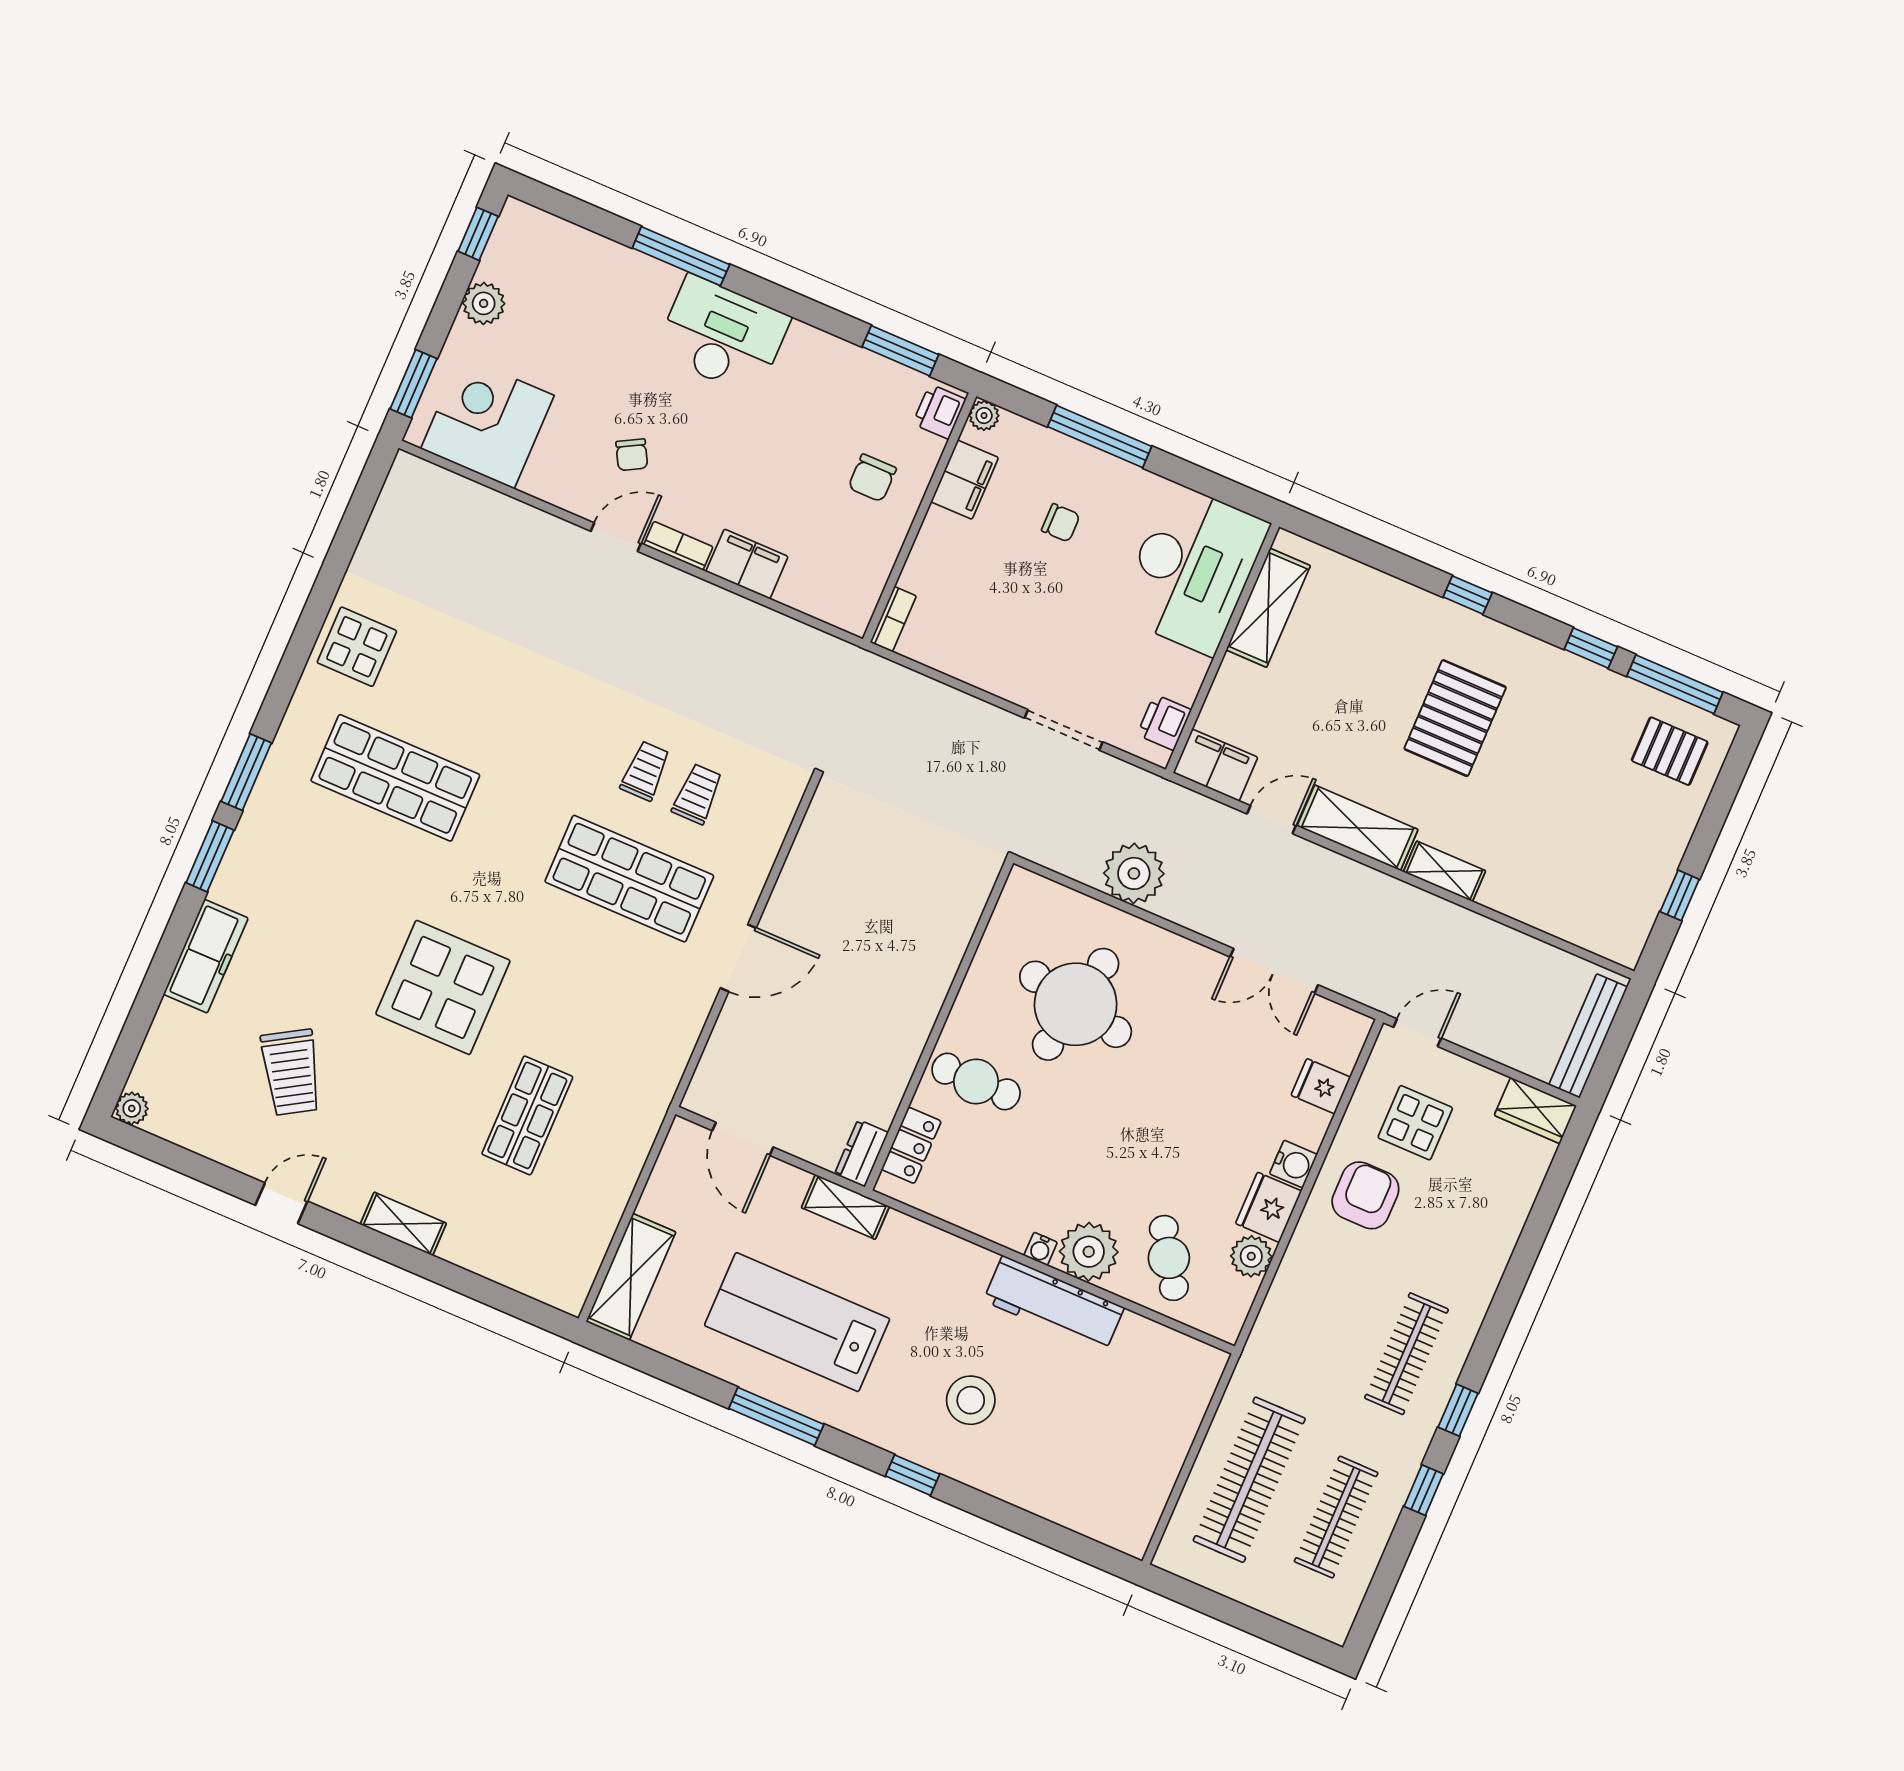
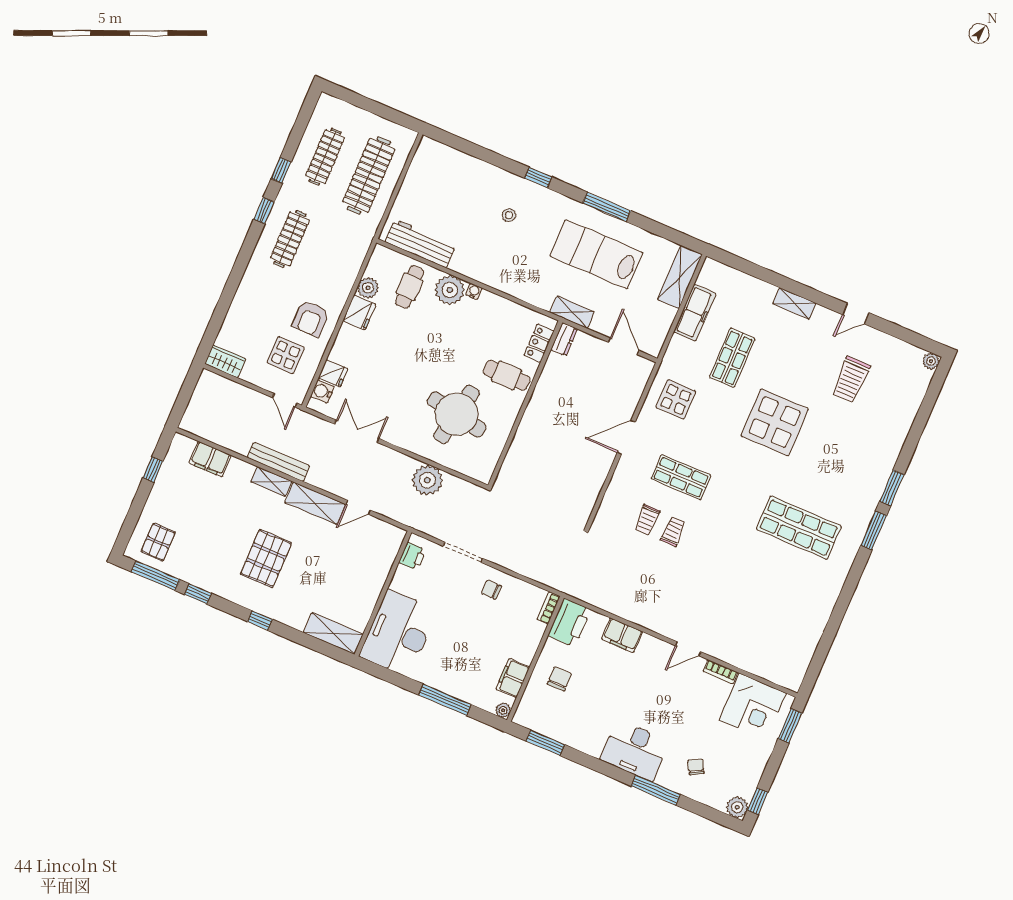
plant: (484, 303) -> (737, 807), moved
printer: (939, 412) -> (569, 623), moved, width x1.87, depth x1.48
chair: (632, 455) -> (696, 767), moved
chair: (1061, 523) -> (491, 590), moved
bookcase: (678, 546) -> (720, 672), moved
shelving: (1268, 608) -> (333, 634), moved, turned 90
display table: (357, 647) -> (676, 399), moved
pallet: (1670, 751) -> (158, 542), turned 90
filing cabinet: (1215, 765) -> (210, 459), moved
trolley: (645, 771) -> (673, 531), turned 180
shop shelf: (629, 879) -> (681, 477), width x0.70, depth x0.74
freezer: (206, 956) -> (695, 313), moved, turned 180
door: (1417, 1033) -> (285, 400), hinge flipped
bench: (1588, 1036) -> (278, 462), moved, turned 90
trolley: (291, 1072) -> (851, 379), turned -149
water cooler: (1293, 1164) -> (322, 391), moved
cafe table: (1169, 1258) -> (409, 287), turned 33
workbench: (1054, 1304) -> (420, 243), moved
lab bench: (797, 1322) -> (596, 254), turned 180
stool: (971, 1400) -> (509, 215), width x0.53, depth x0.53

